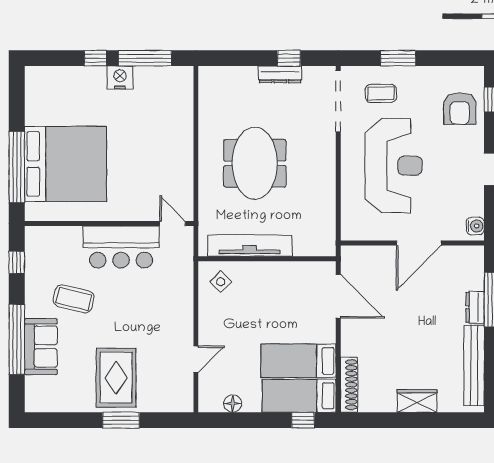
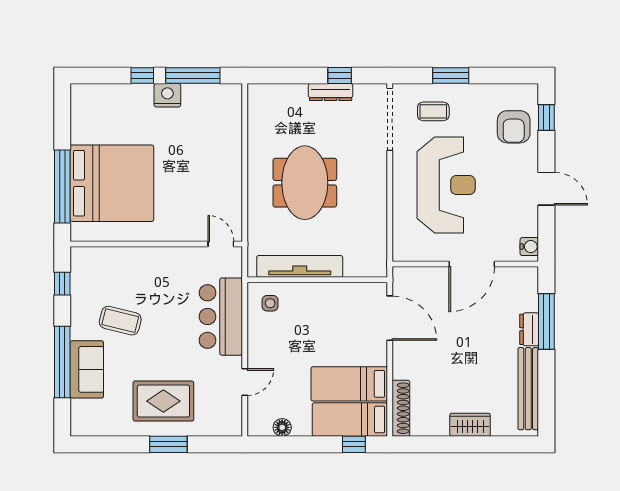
bar counter: (121, 247) -> (221, 317), moved, turned 90
side table: (221, 282) -> (270, 303), turned 45
rug: (116, 378) -> (163, 401), turned 90

